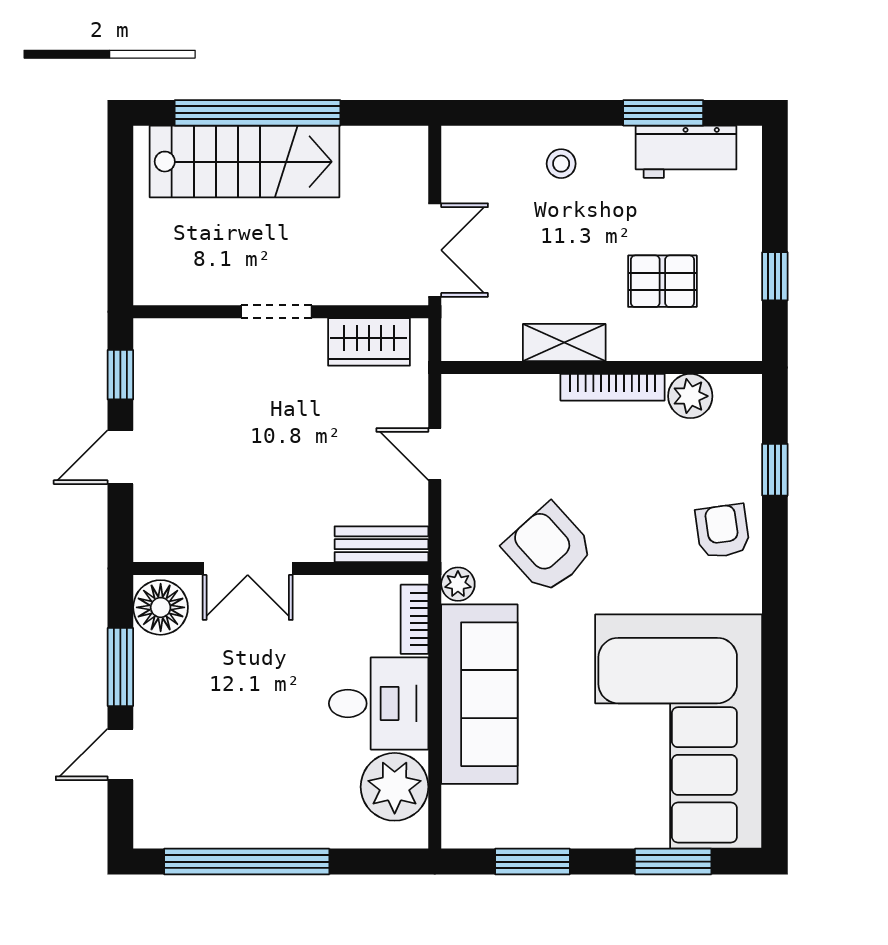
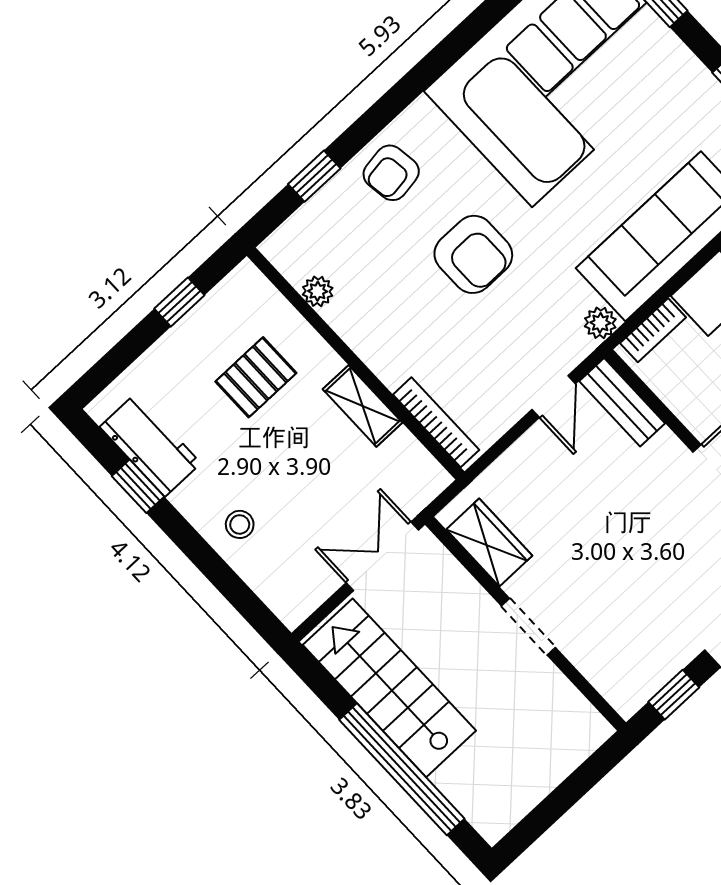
window: (663, 113) -> (138, 486), width x0.67
stairs: (244, 162) -> (389, 688), moved
pallet: (662, 281) -> (256, 377), turned 90
bookcase: (613, 387) -> (436, 422), moved
plant: (690, 396) -> (318, 291), width x0.73, depth x0.73
door: (435, 454) -> (554, 397), moved
armchair: (549, 548) -> (473, 254), moved, turned -48

